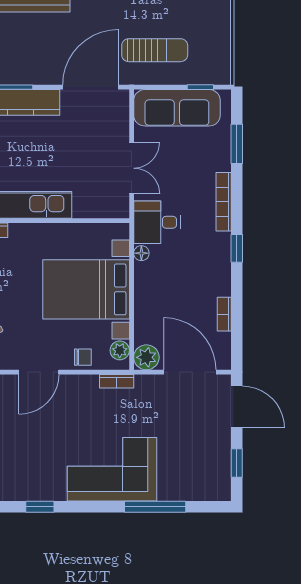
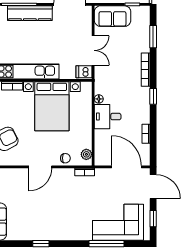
sofa: (177, 108) -> (113, 16), width x0.73
dishwasher: (115, 206) -> (84, 72), added
desk: (157, 222) -> (108, 117), moved
bed with nightstands: (86, 289) -> (52, 106), moved, turned -90
plant: (146, 357) -> (102, 158), removed
corner sofa: (112, 469) -> (118, 222), moved

